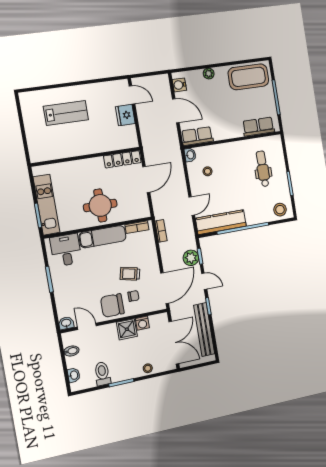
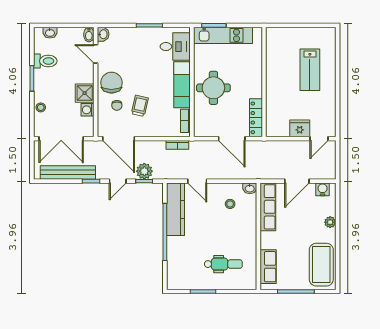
row of seats: (197, 136) -> (268, 207), width x1.48
stool: (280, 210) -> (177, 276), removed
door: (87, 326) -> (96, 54), swing flipped
bidet: (71, 351) -> (89, 35), moved

